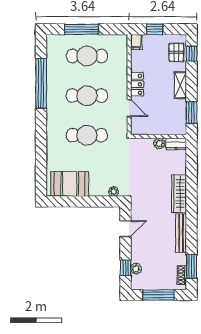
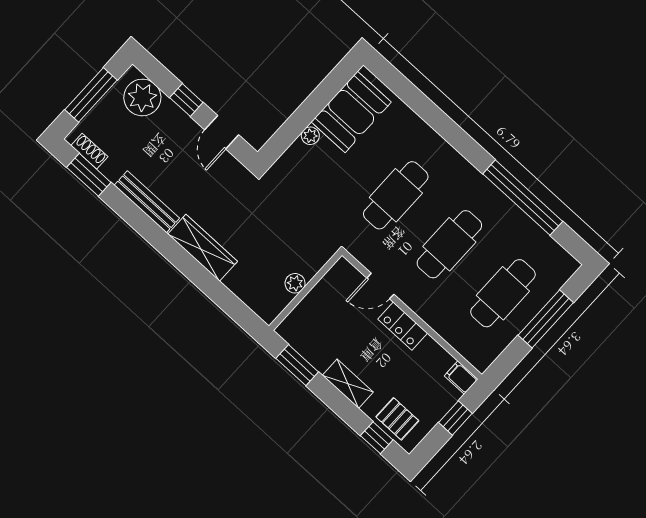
dresser: (176, 144) -> (274, 305), removed
plant: (114, 192) -> (310, 136), moved
window: (126, 268) -> (186, 100), moved
plant: (136, 269) -> (142, 97), width x1.87, depth x1.87

